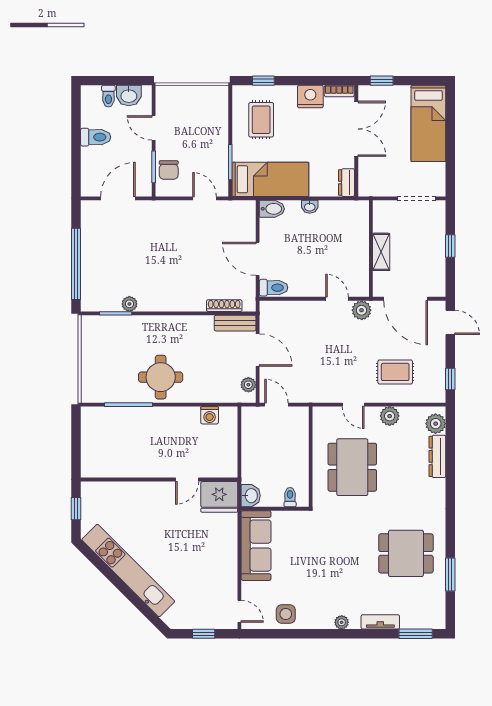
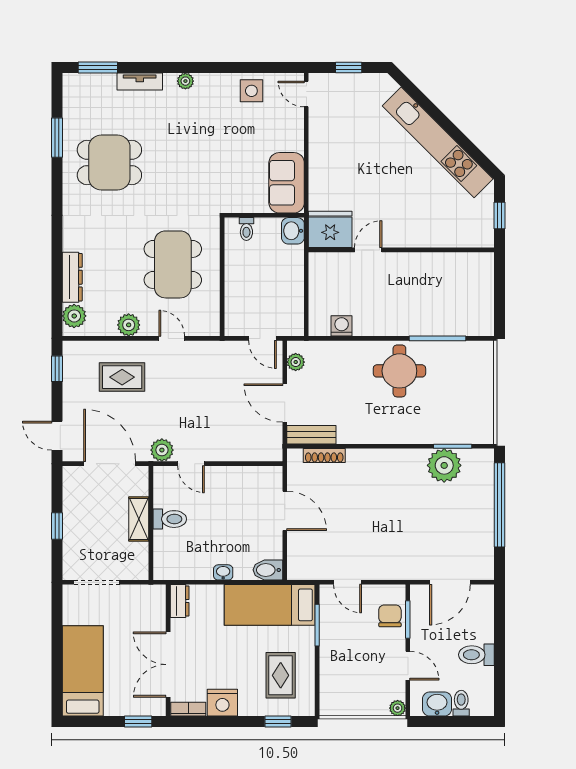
plant: (162, 92) -> (398, 708), added
toilet: (274, 288) -> (170, 519), moved, turned 180
plant: (129, 304) -> (444, 465), width x1.88, depth x1.88
sofa: (256, 546) -> (287, 183), width x0.73

